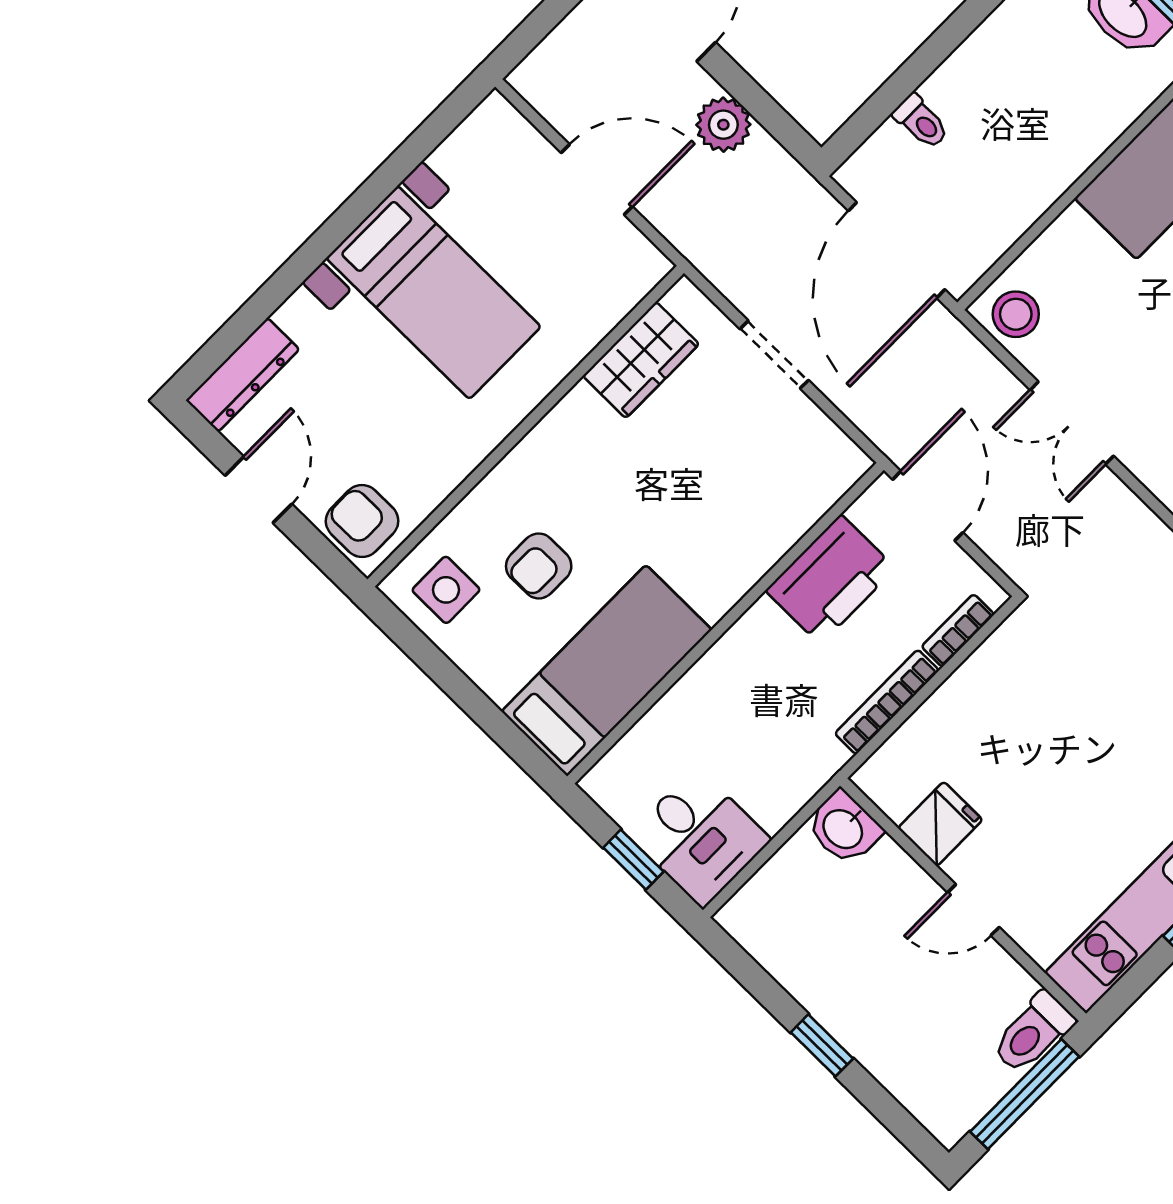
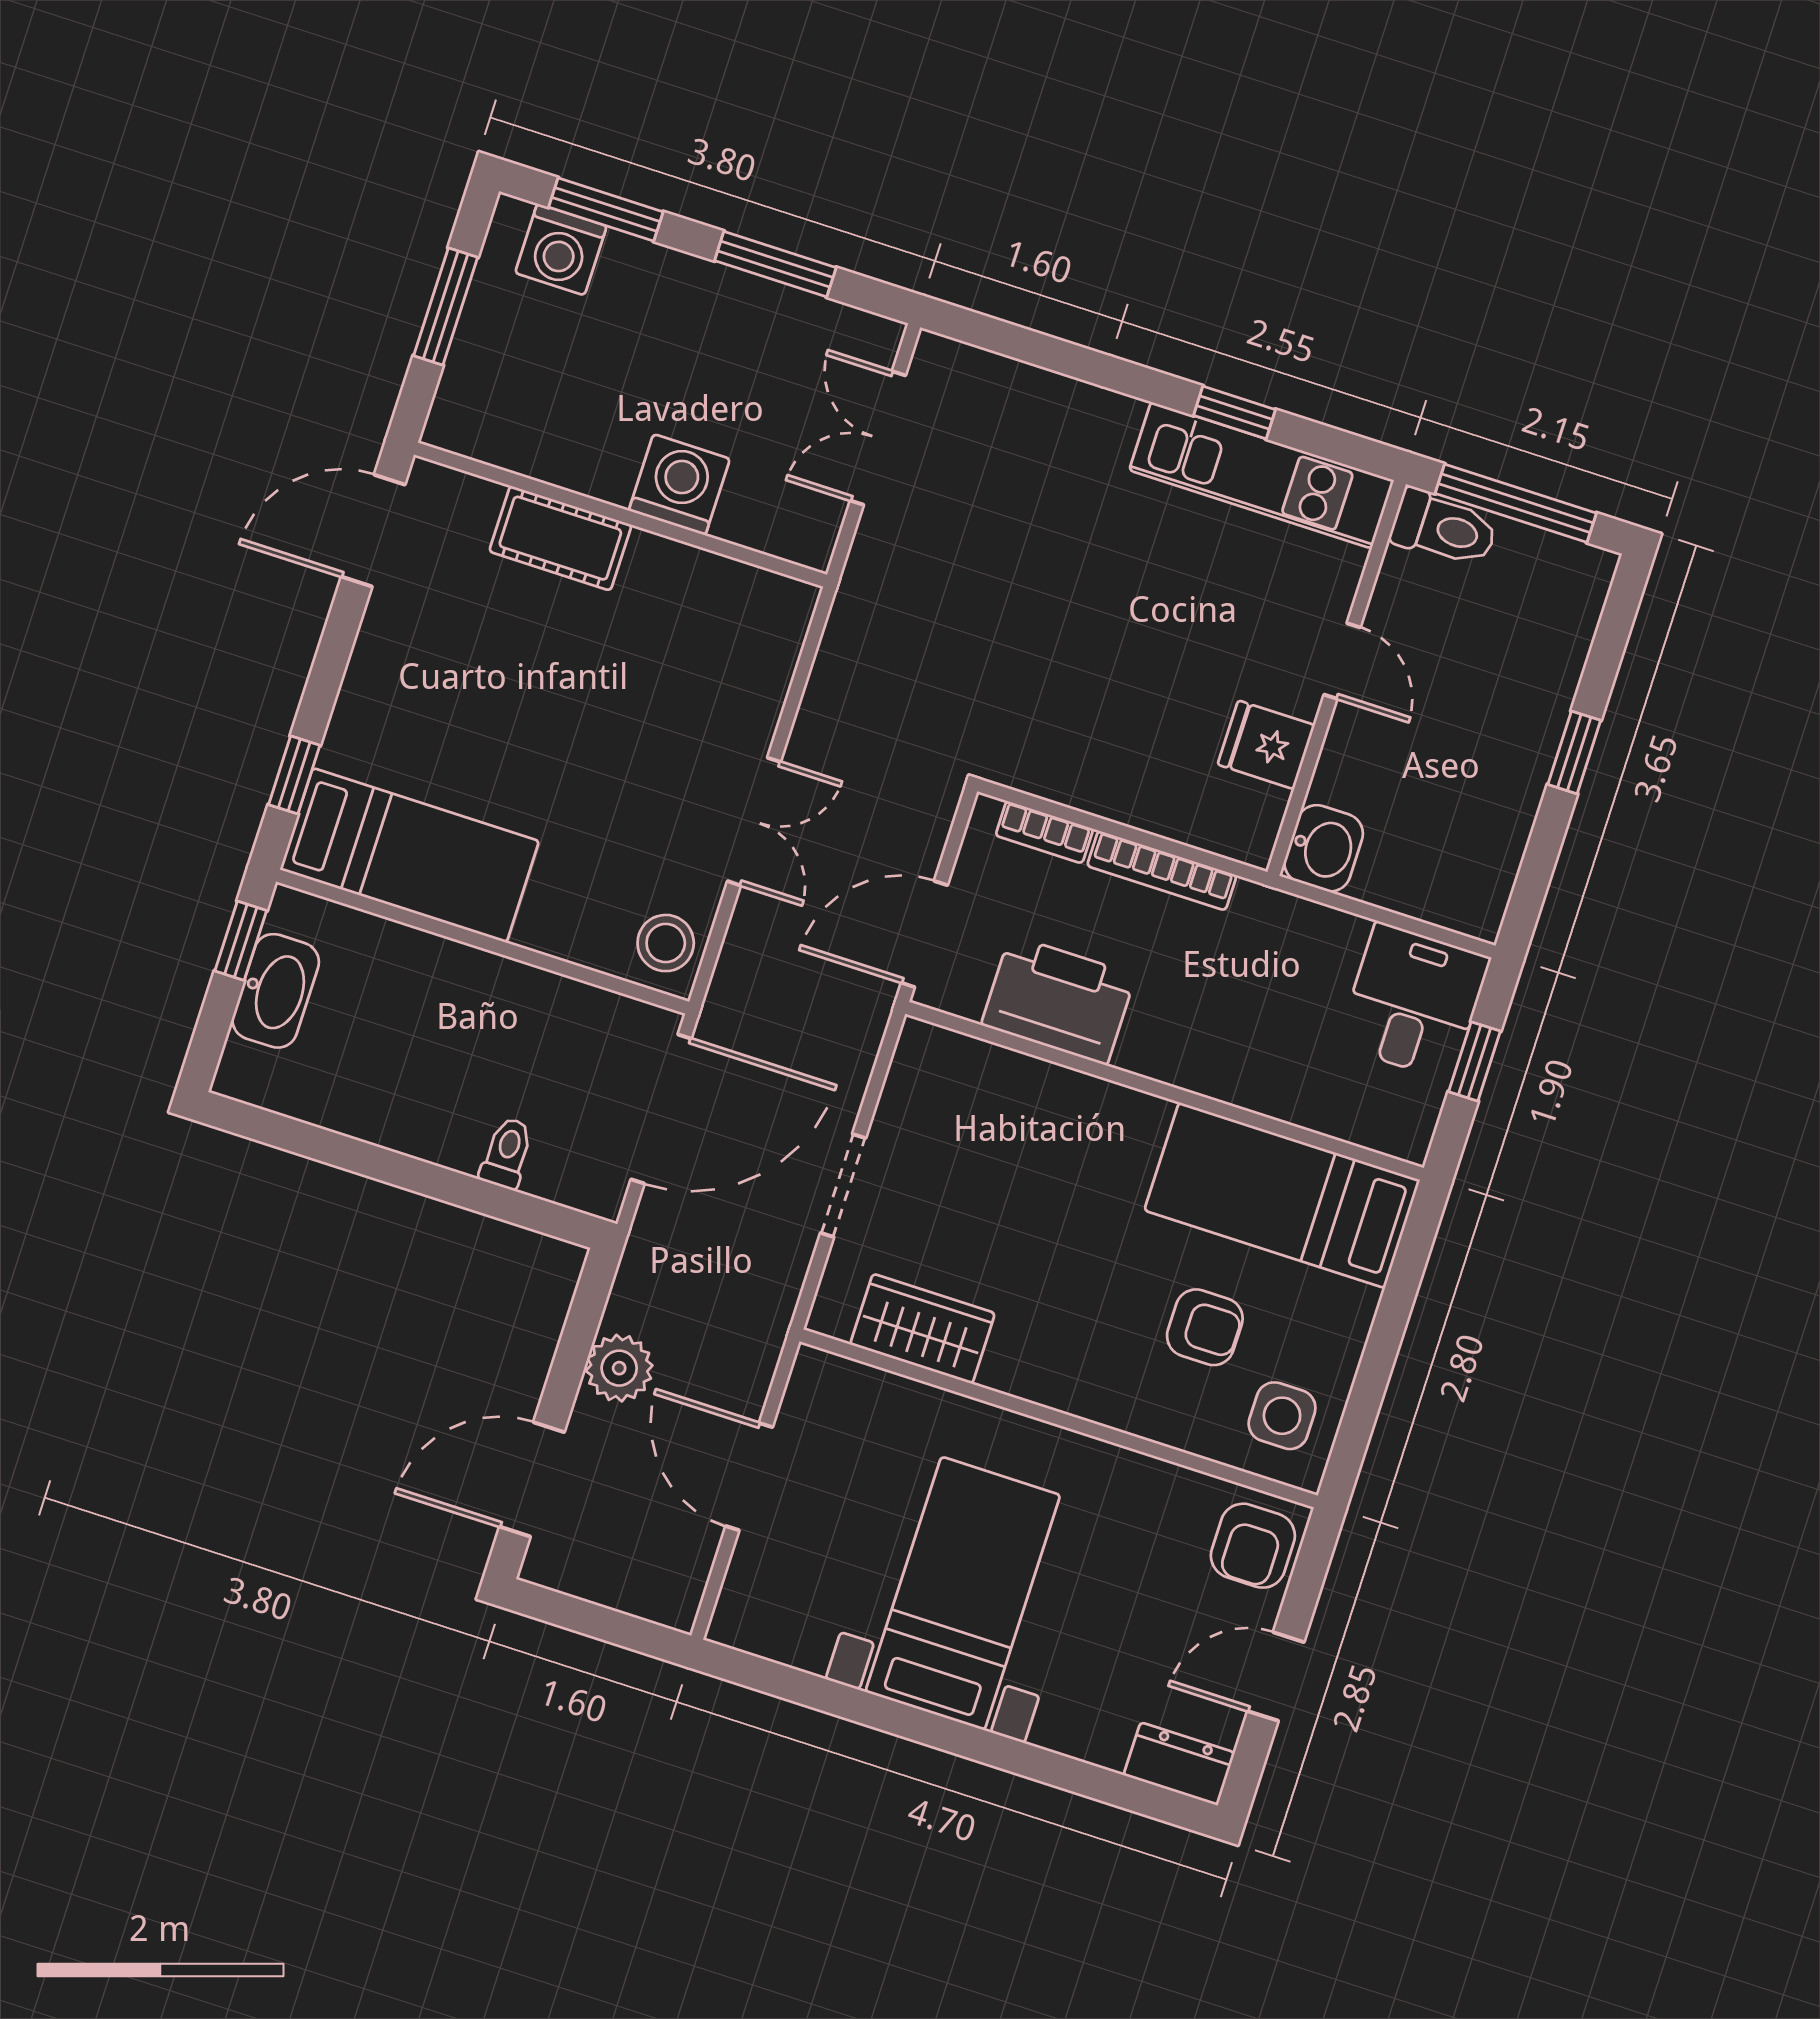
dresser: (243, 375) -> (1179, 1764), width x0.70

